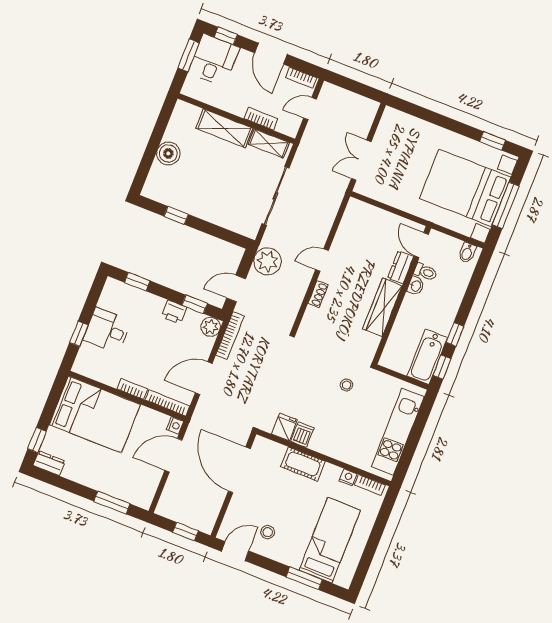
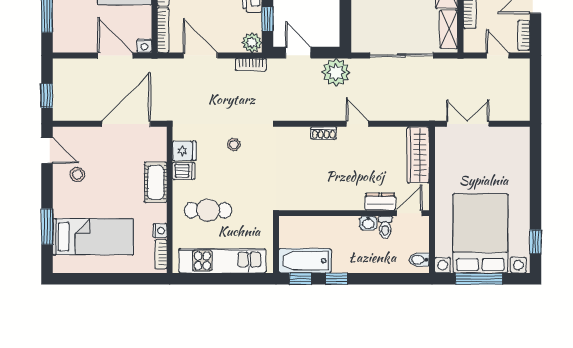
wardrobe: (382, 307) -> (418, 155), moved, turned -90
bookcase: (230, 336) -> (251, 64), width x0.64
stool: (346, 385) -> (234, 145), moved
cafe table: (347, 426) -> (208, 210), added

